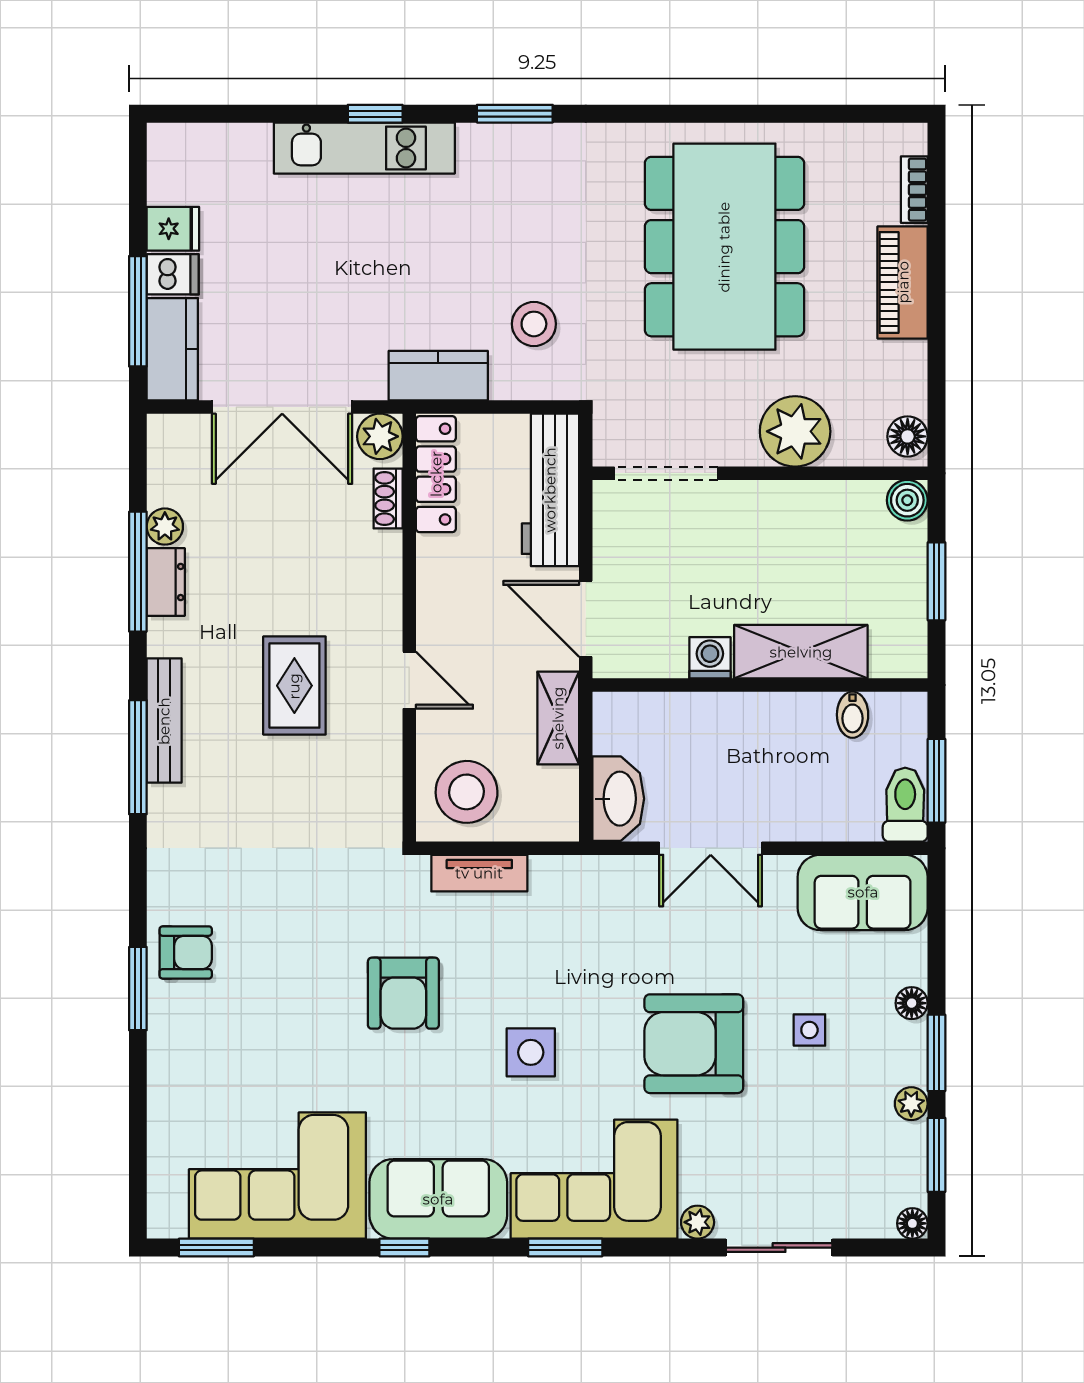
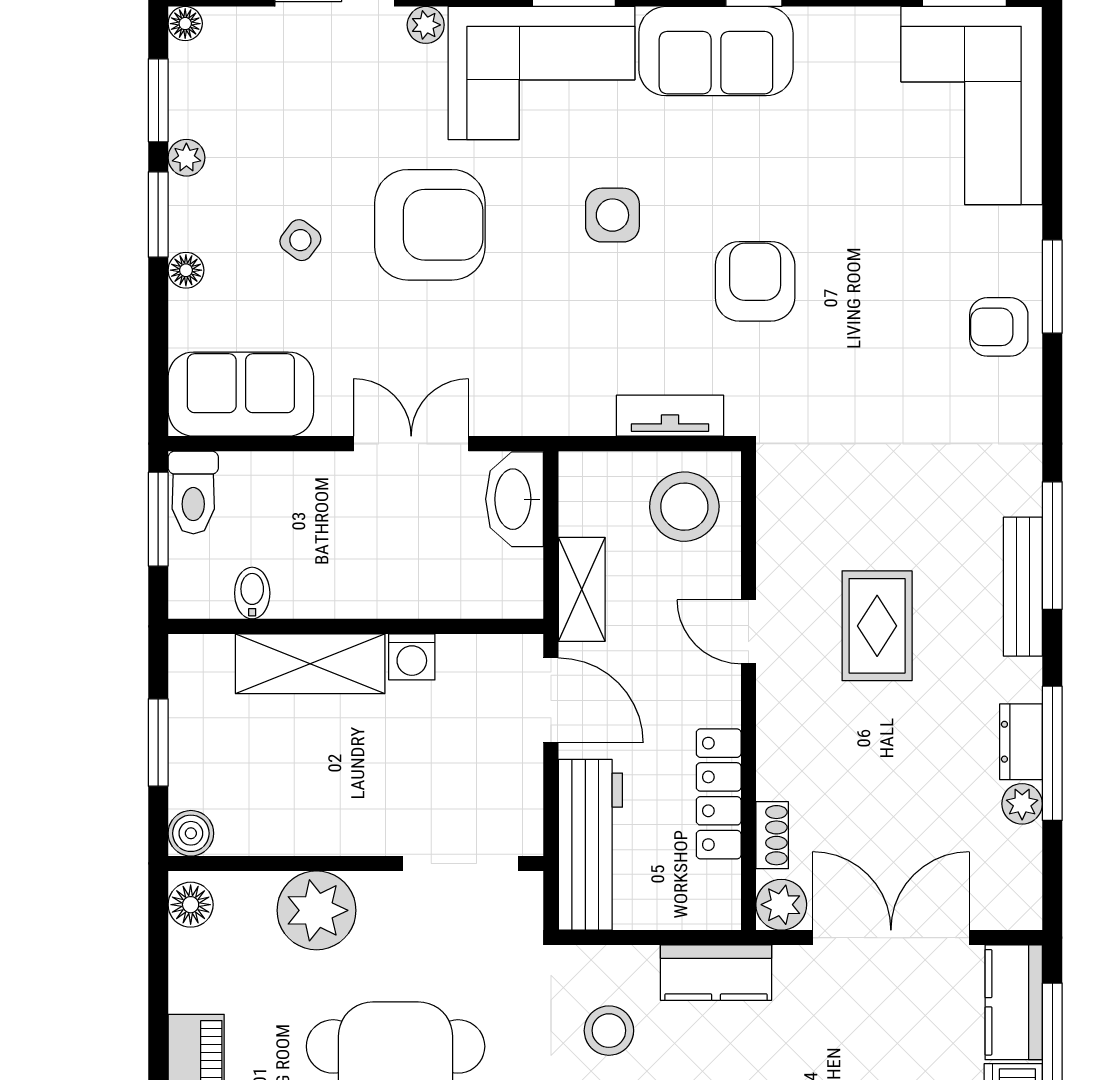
locker: (436, 474) -> (719, 794), moved
side table: (809, 1030) -> (300, 240), turned 37
corner sofa: (277, 1176) -> (972, 106), moved, turned 90

